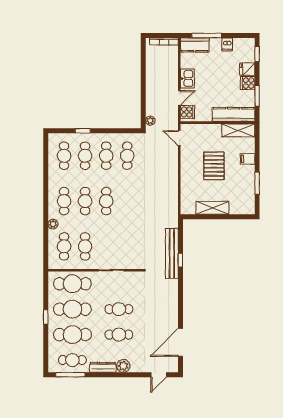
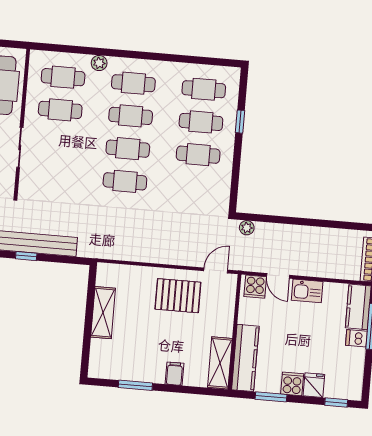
dishwasher: (227, 44) -> (356, 338), moved
cafe table: (127, 156) -> (125, 181), moved
pallet: (214, 166) -> (178, 296), moved

